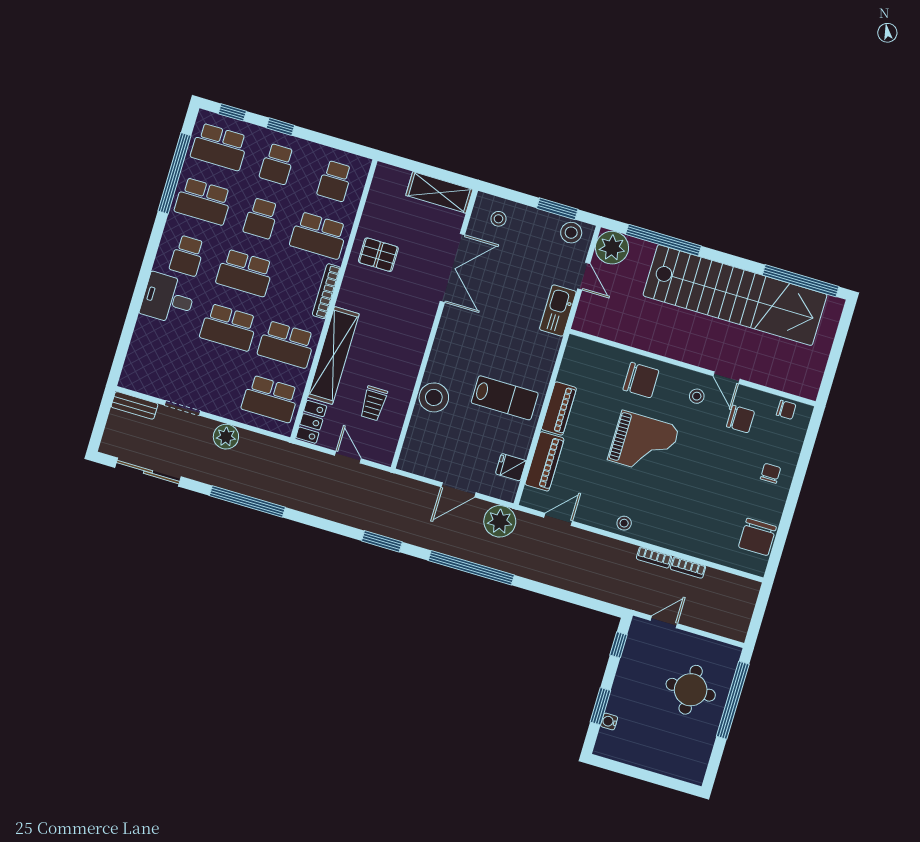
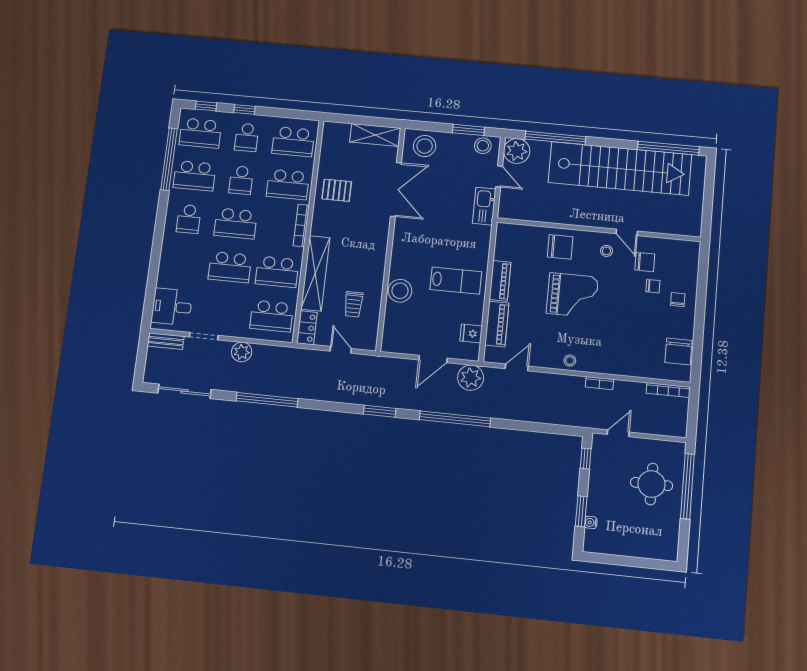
school desk: (335, 181) -> (293, 142), width x1.85
stool: (498, 219) -> (425, 146), width x1.89, depth x1.89
desk: (168, 299) -> (172, 307), moved
chair: (786, 410) -> (653, 286), moved
bookcase: (688, 568) -> (668, 390), moved, width x1.56

